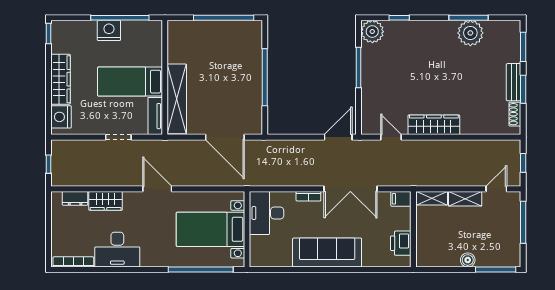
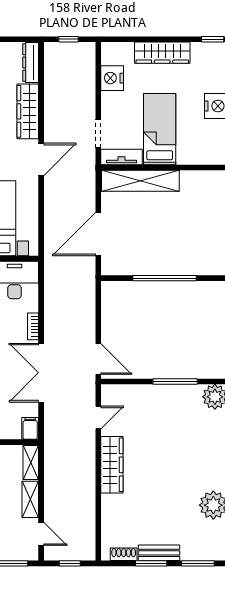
nightstand: (61, 117) -> (112, 78), moved, turned -90
doorway: (118, 137) -> (98, 134), moved
dresser: (75, 198) -> (31, 62), width x1.44
wardrobe: (106, 201) -> (28, 111), width x1.50

